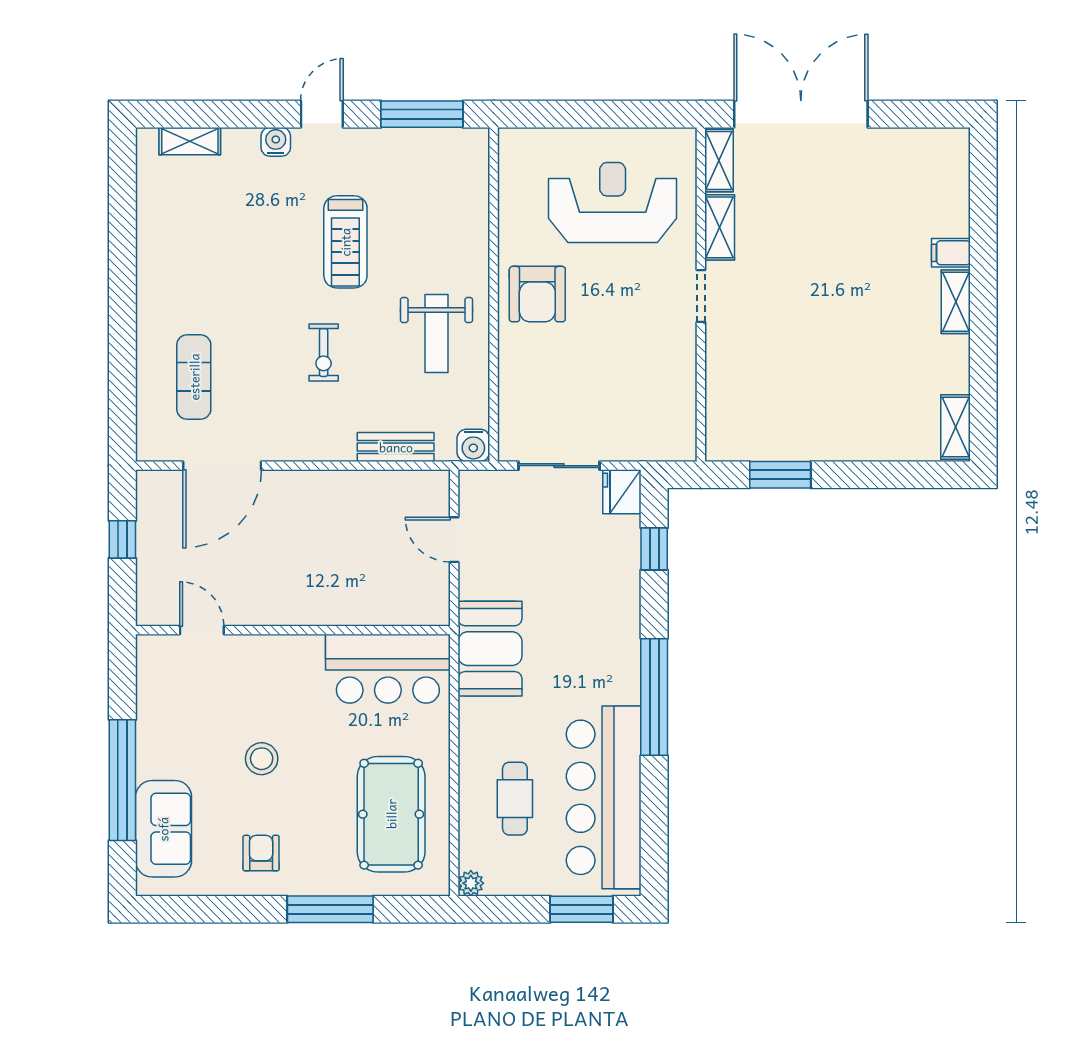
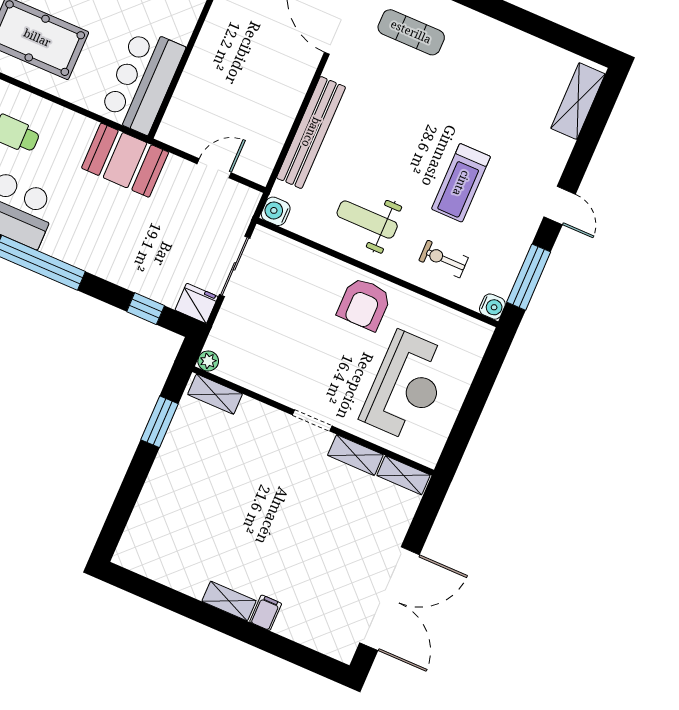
double door: (801, 114) -> (390, 599), moved
shelving: (190, 141) -> (578, 101), width x1.50, depth x1.33
water cooler: (276, 142) -> (492, 307), moved
treadmill: (345, 242) -> (461, 183), turned -90
armchair: (537, 294) -> (364, 304), turned -90
exercise bike: (324, 353) -> (444, 259), moved
shelving: (956, 427) -> (215, 394), moved
bench: (396, 447) -> (311, 132), width x1.86, depth x1.21
plant: (684, 449) -> (208, 361), added

